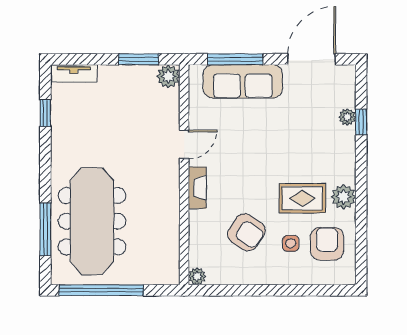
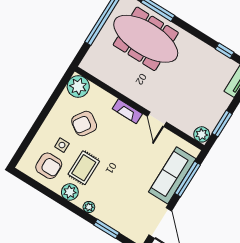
plant: (347, 117) -> (89, 207), moved
window: (361, 122) -> (106, 229), width x1.50
plant: (197, 276) -> (78, 86), width x1.87, depth x1.87

